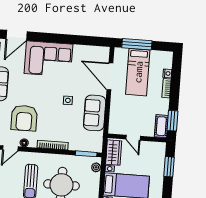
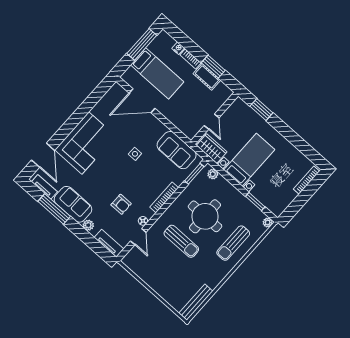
window: (137, 44) -> (142, 44), moved
sofa: (95, 113) -> (177, 150), moved
armchair: (24, 118) -> (121, 204), width x0.53, depth x0.53
window: (173, 121) -> (213, 67), moved
cot: (161, 126) -> (207, 77), moved
door: (133, 138) -> (212, 122), hinge flipped

